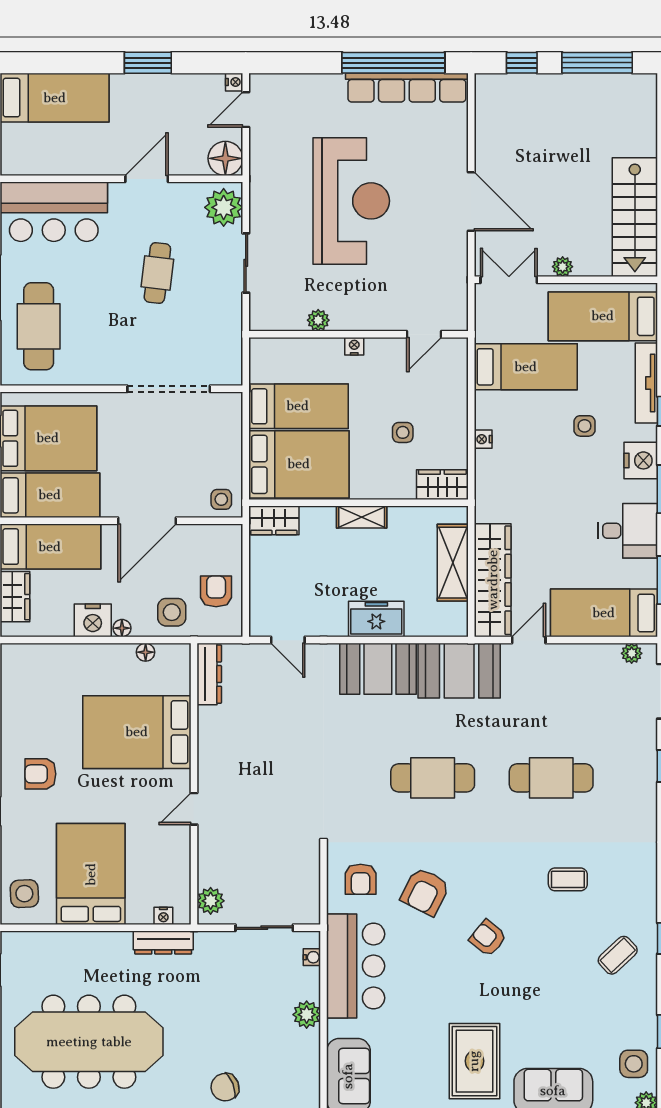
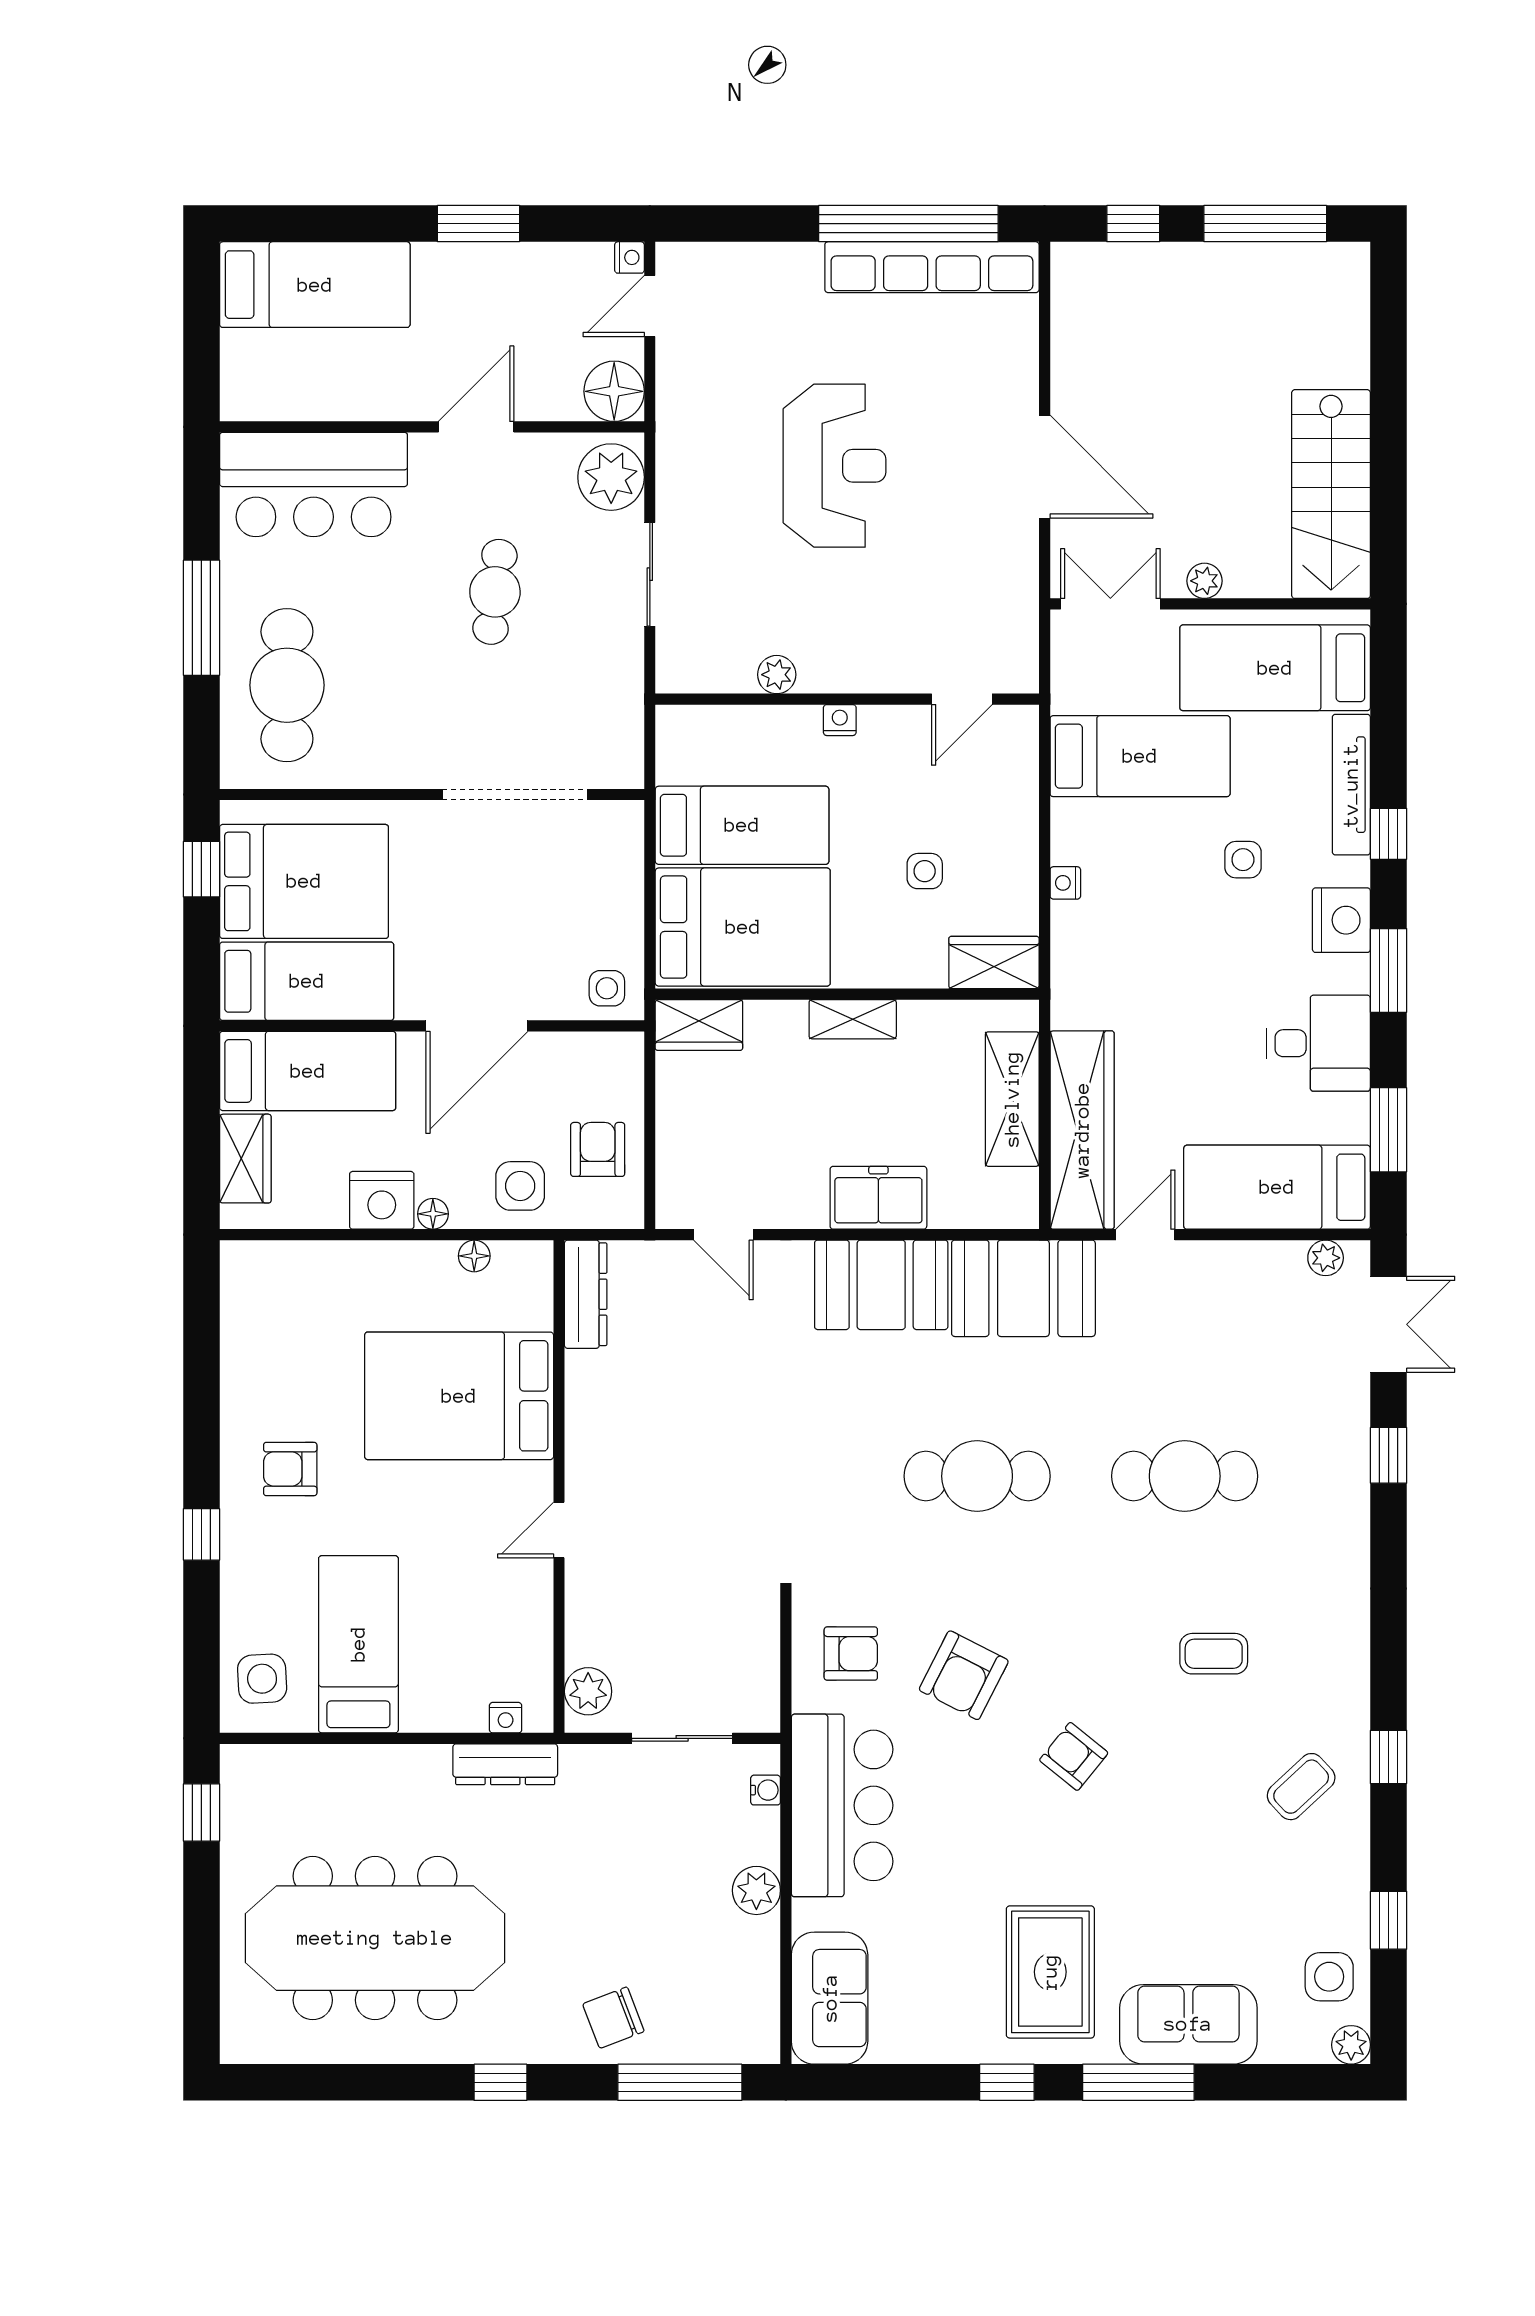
reception desk: (351, 201) -> (834, 466), width x0.74, depth x0.77
bed: (91, 874) -> (358, 1644), width x0.67
armchair: (361, 879) -> (851, 1654), turned -90

